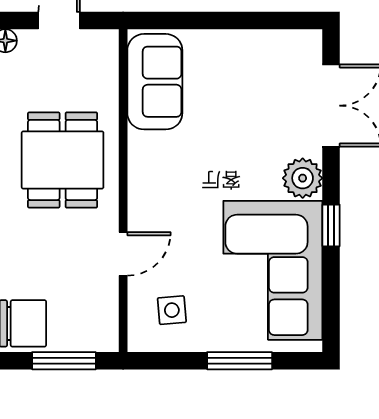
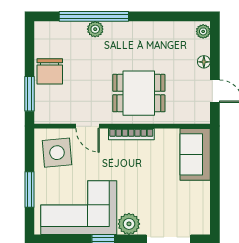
sofa: (155, 82) -> (195, 154), moved, turned 90
bookcase: (138, 174) -> (131, 134), added
side table: (172, 310) -> (57, 153), width x1.87, depth x1.87

